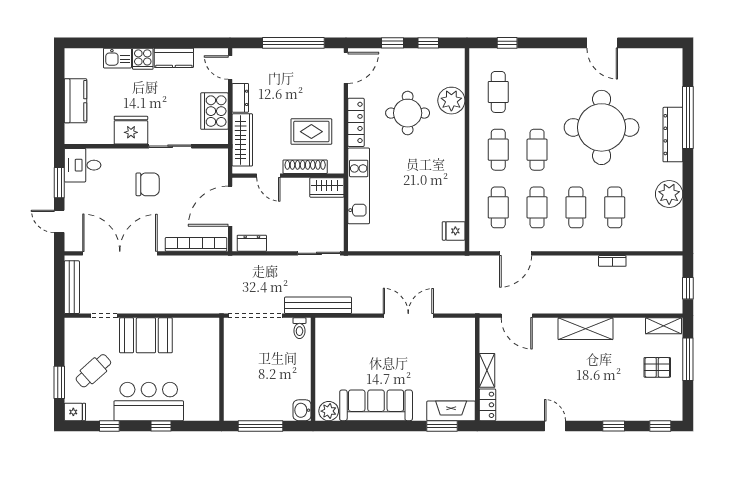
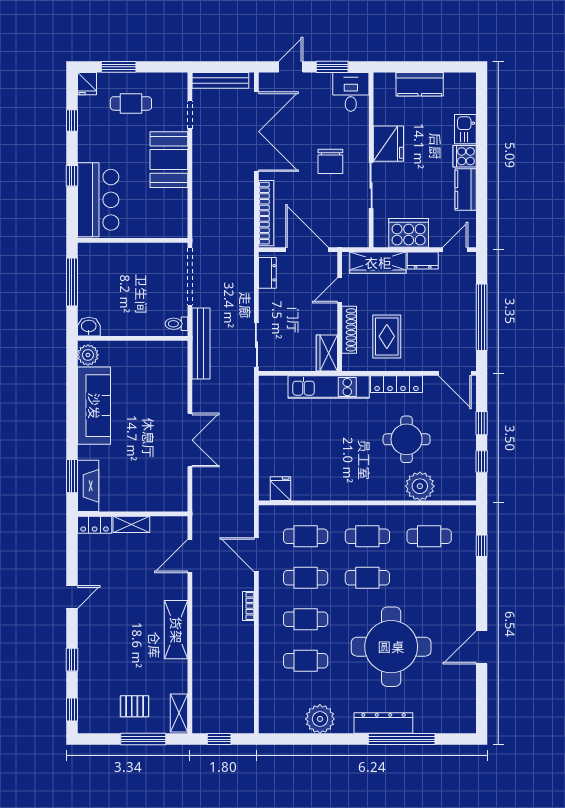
bookcase: (612, 261) -> (248, 606), moved
pallet: (657, 367) -> (135, 706), turned 90
cafe table: (93, 371) -> (131, 103), turned -48
bar counter: (149, 402) -> (98, 200), moved

